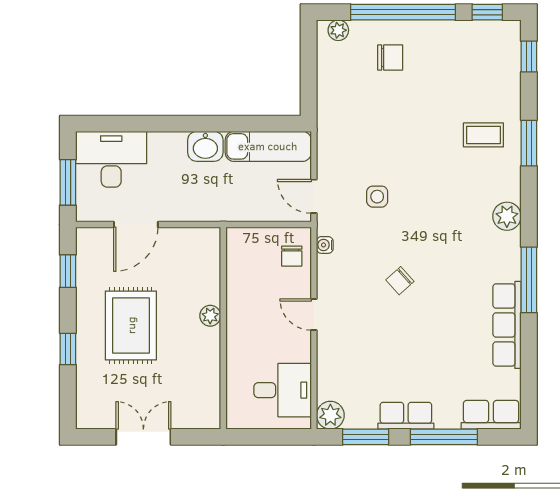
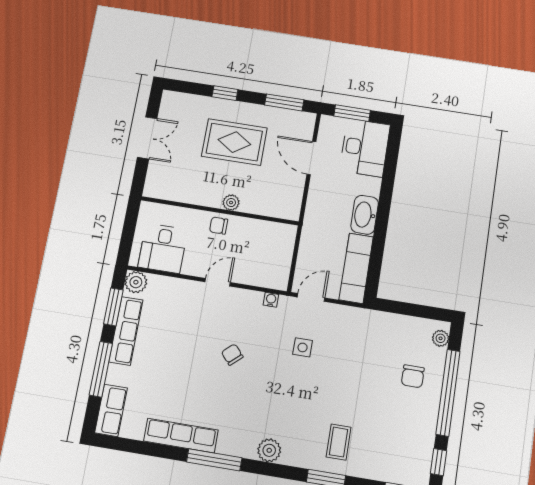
washbasin: (205, 146) -> (365, 215), width x1.38
chair: (292, 256) -> (219, 226), moved
window: (68, 271) -> (284, 102), width x1.50
row of seats: (406, 416) -> (126, 331), width x1.48

